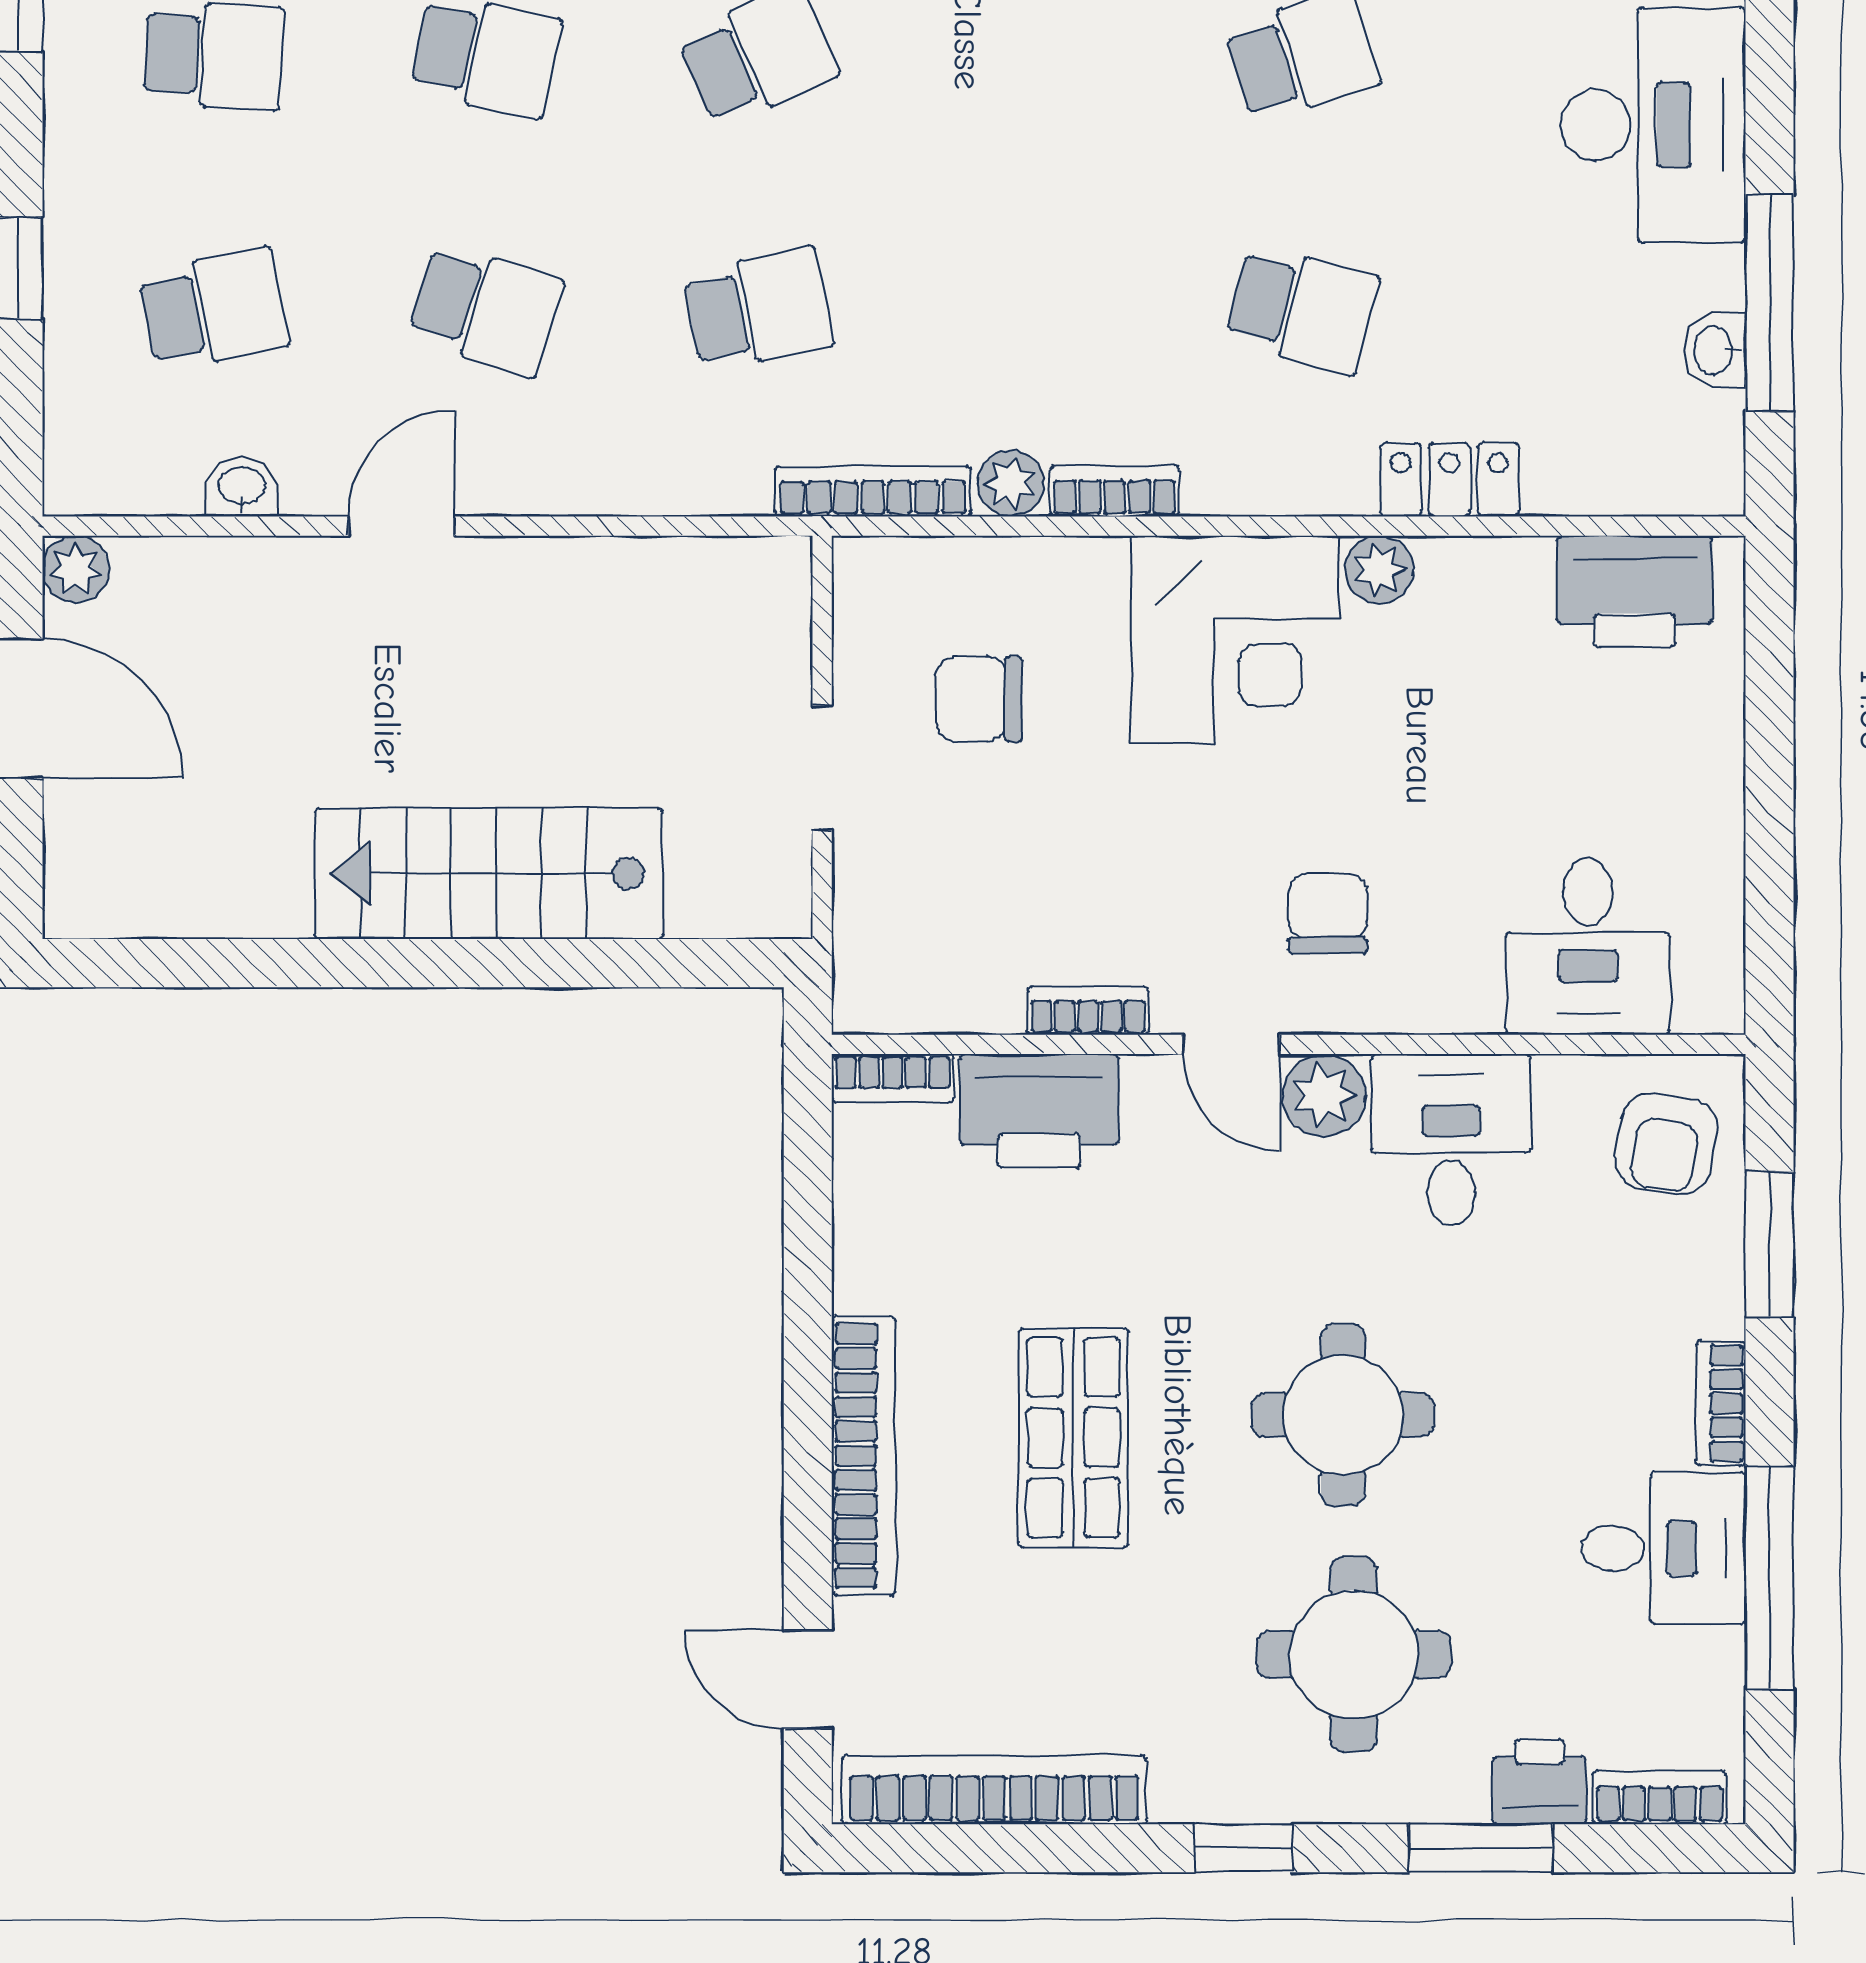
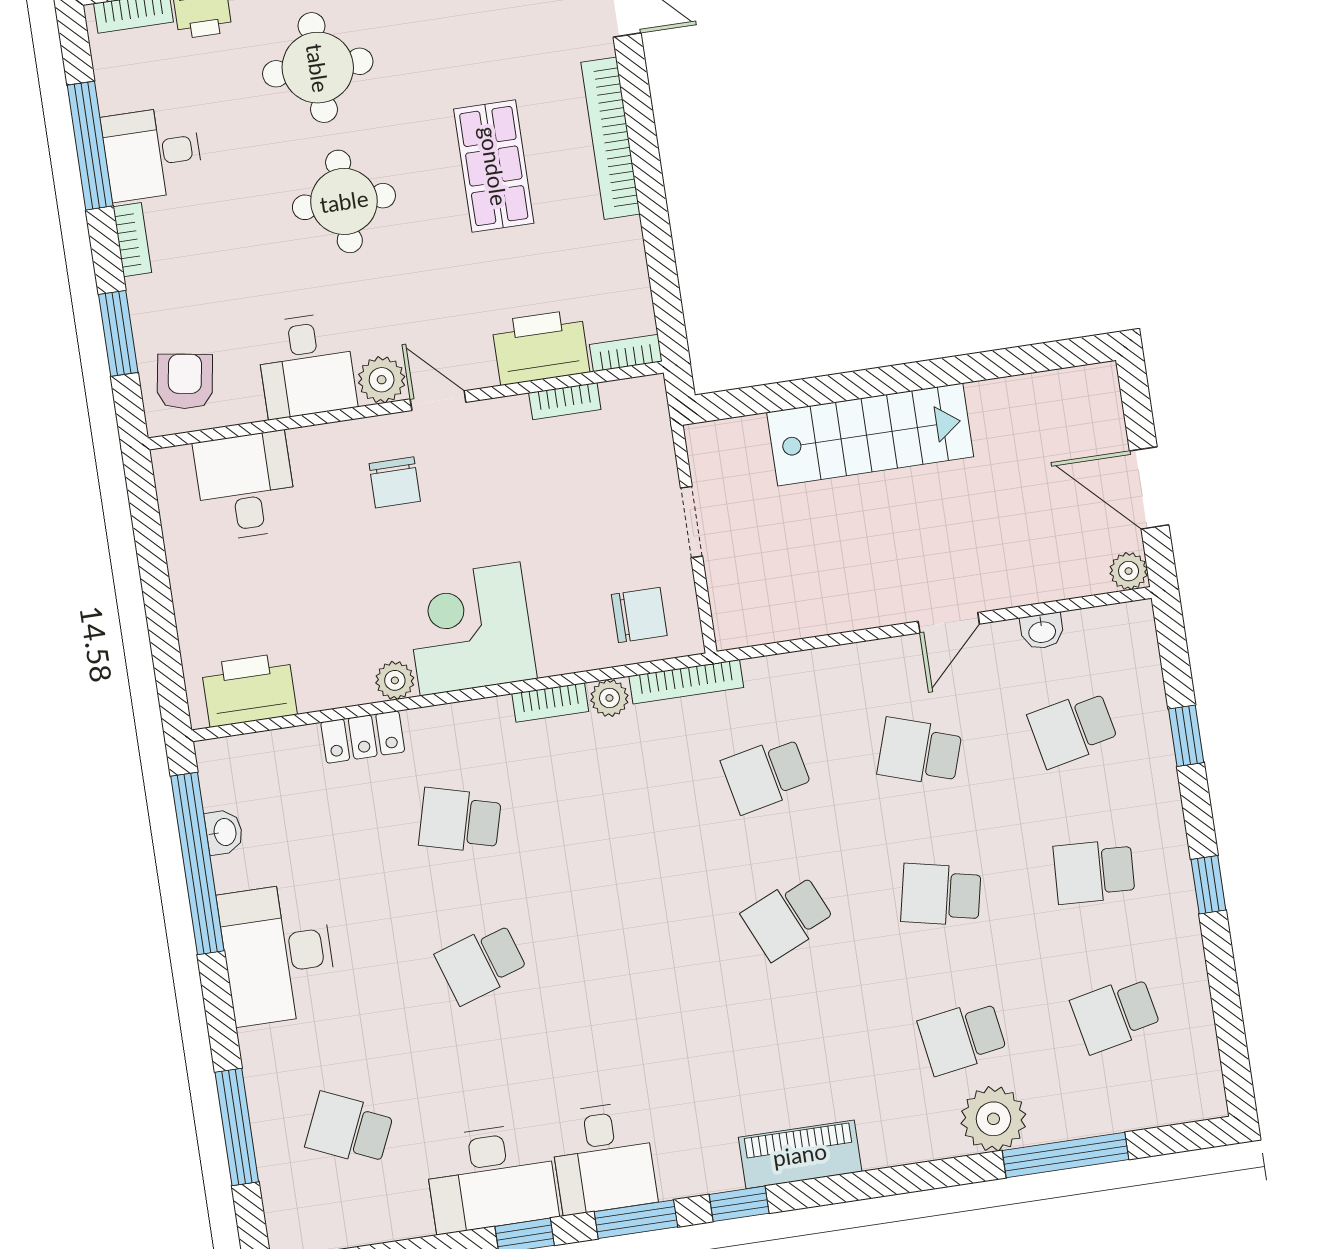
window: (1769, 303) -> (197, 864), width x1.46
chair: (979, 699) -> (639, 615), moved
bookcase: (1088, 1011) -> (565, 401), moved

